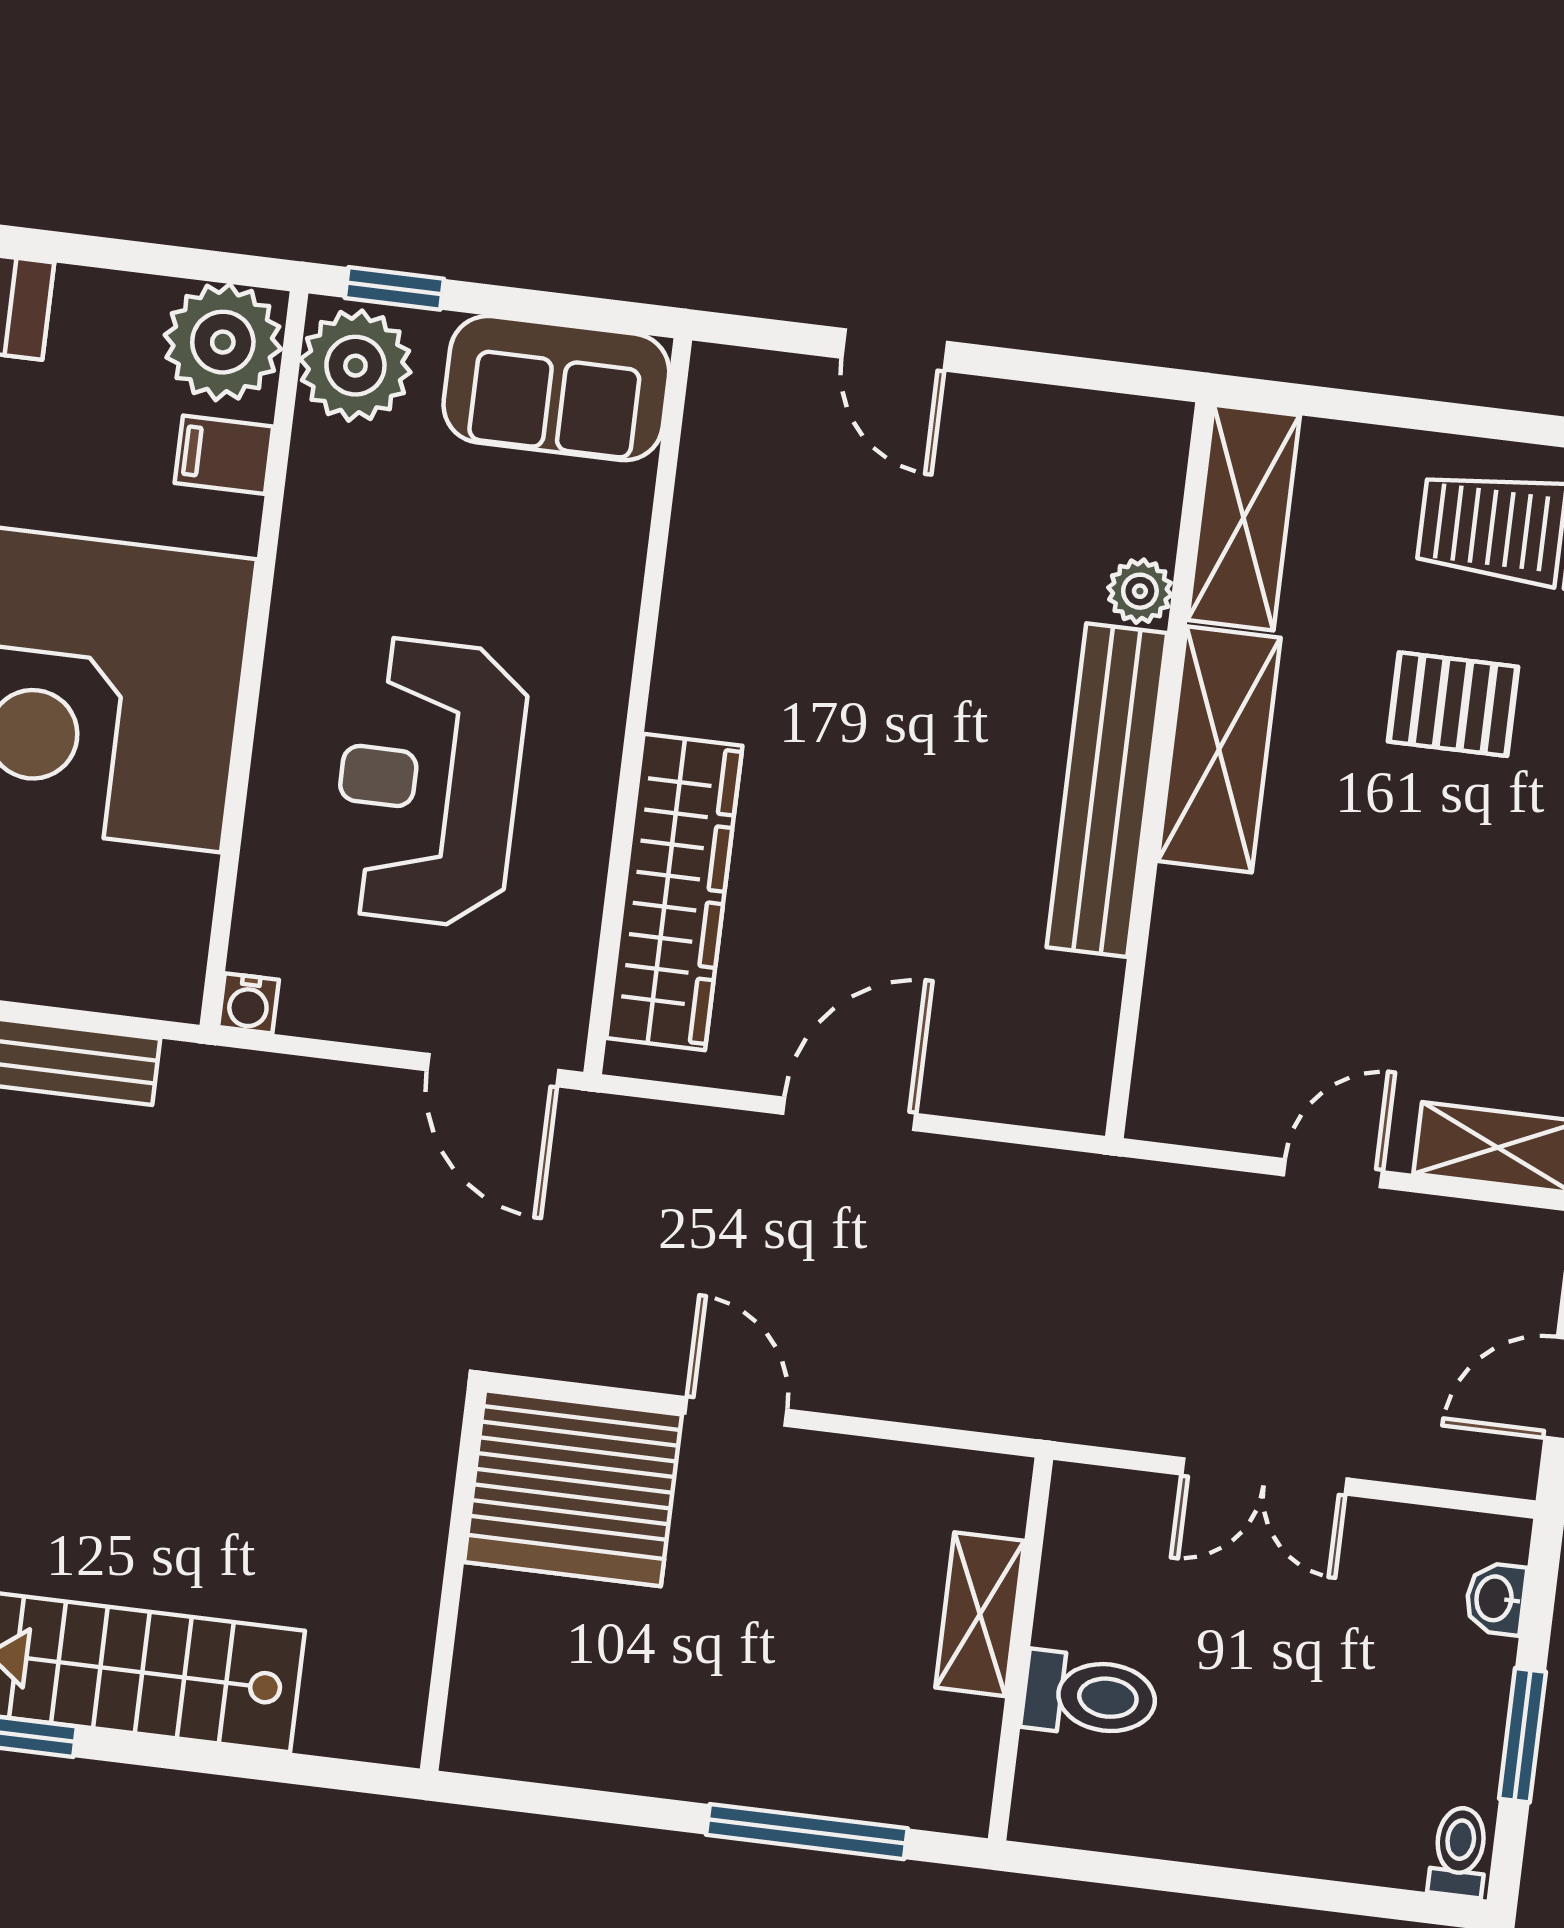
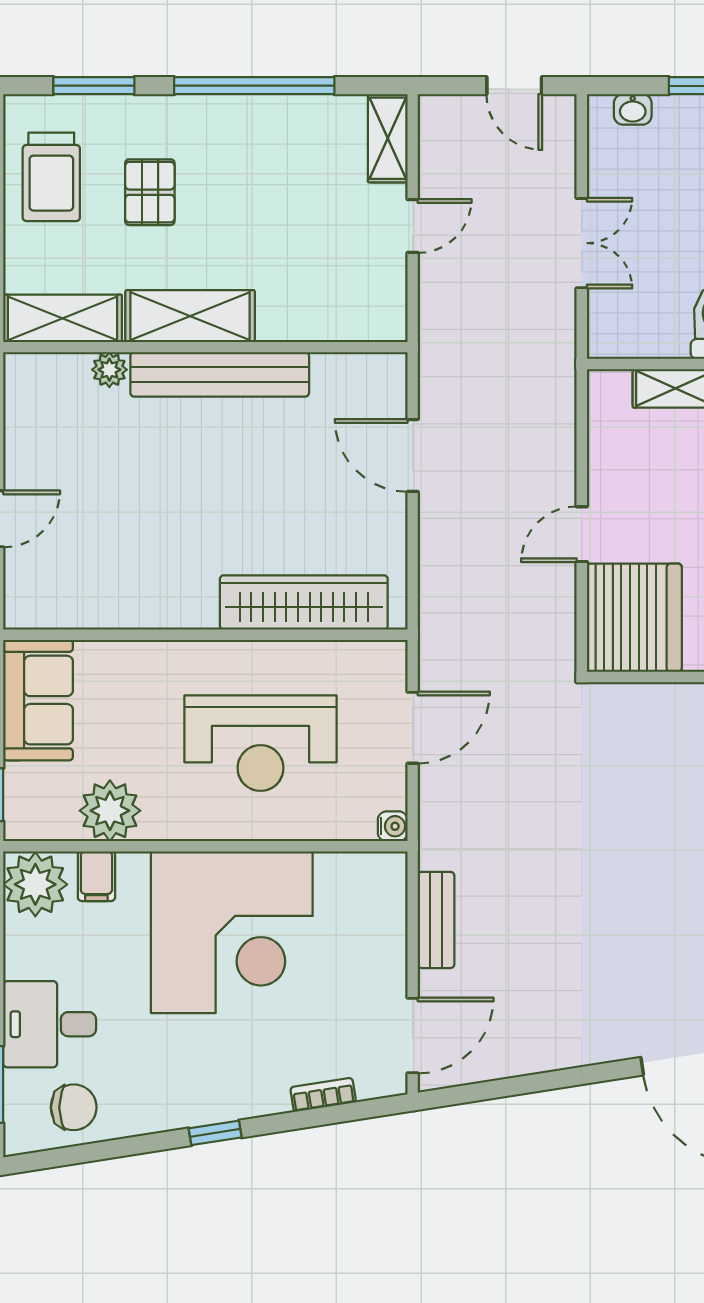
plant: (355, 366) -> (110, 811), moved
door: (493, 1070) -> (413, 728), moved
door: (849, 1114) -> (413, 455), moved
door: (1333, 1173) -> (413, 226), swing flipped

